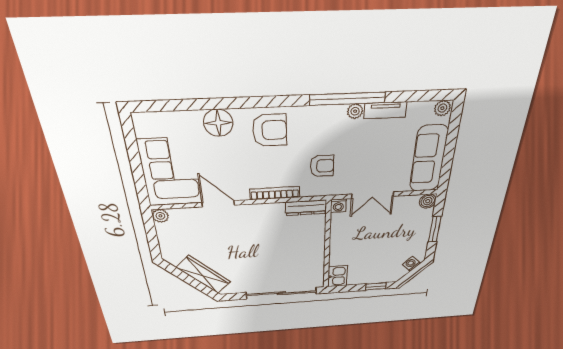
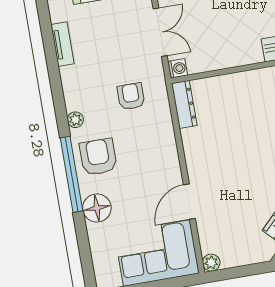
window: (347, 99) -> (72, 174), moved
plant: (355, 111) -> (75, 120), moved
bookcase: (275, 193) -> (170, 142), removed

